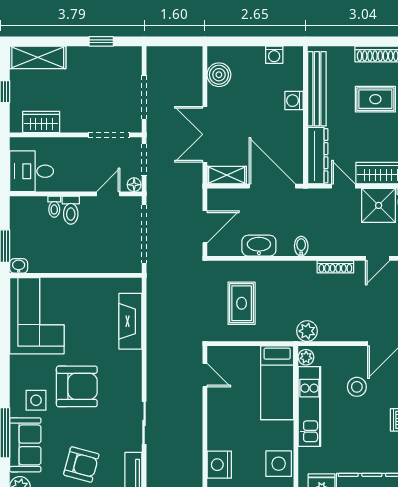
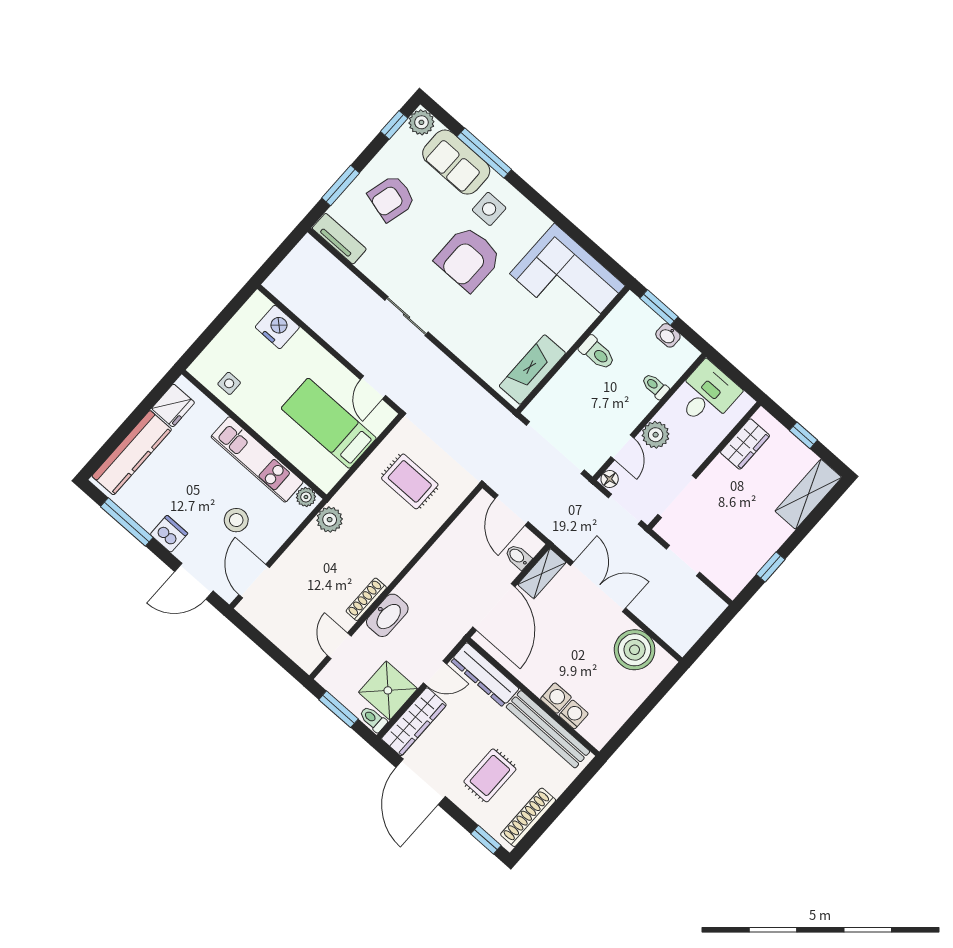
washing machine: (274, 55) -> (574, 714), moved, turned 90
boiler: (219, 75) -> (635, 650), width x1.37, depth x1.37
doorway: (144, 97) -> (683, 561), width x0.73
plant: (83, 181) -> (656, 435), added
door: (272, 186) -> (494, 607), hinge flipped
toilet: (71, 210) -> (597, 353), moved, turned 180
washbasin: (259, 246) -> (387, 615), moved
bidet: (301, 246) -> (518, 557), moved, turned 180
washbasin: (19, 266) -> (668, 335), moved, turned 90
fireplace: (130, 321) -> (532, 370), moved, turned -90
door: (205, 375) -> (373, 388), hinge flipped
bed: (277, 383) -> (329, 423), moved
sliding door: (144, 423) -> (407, 316), moved
side table: (279, 464) -> (229, 383), width x0.54, depth x0.54

